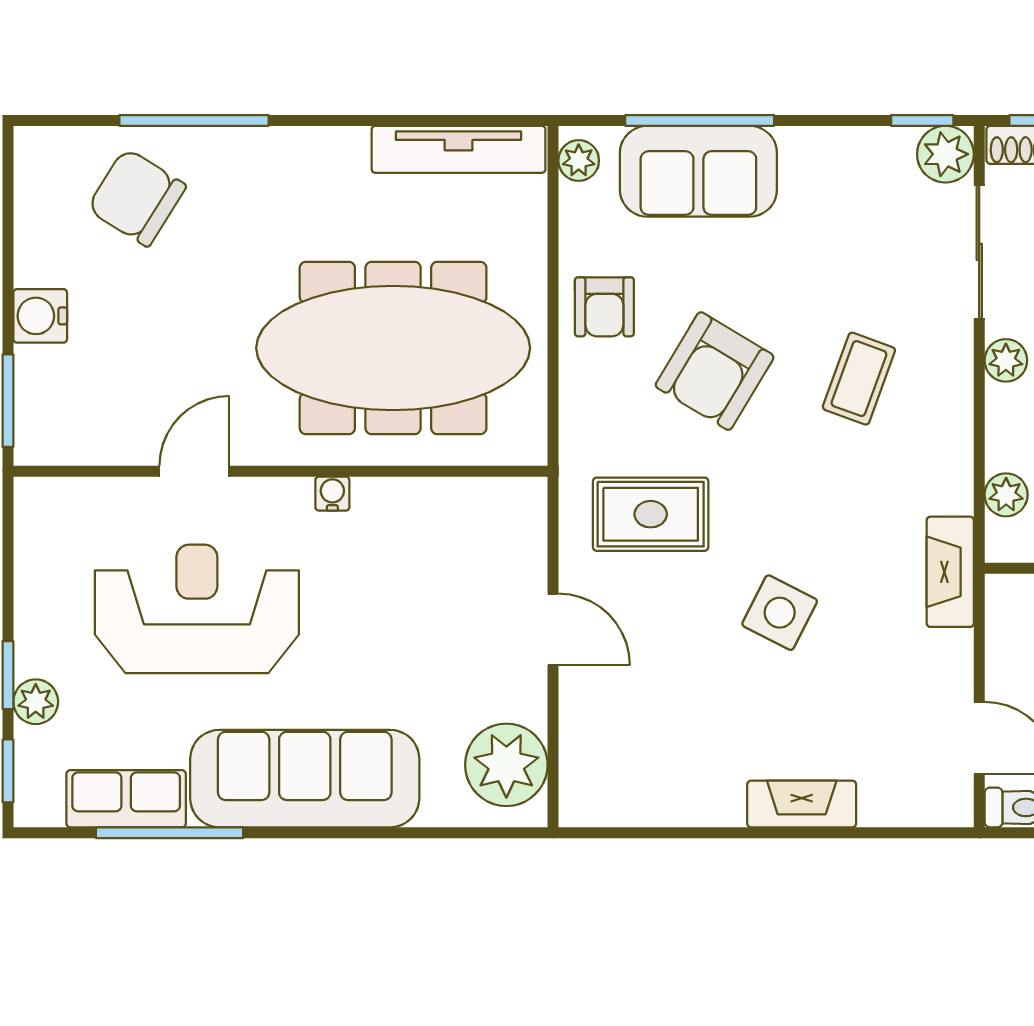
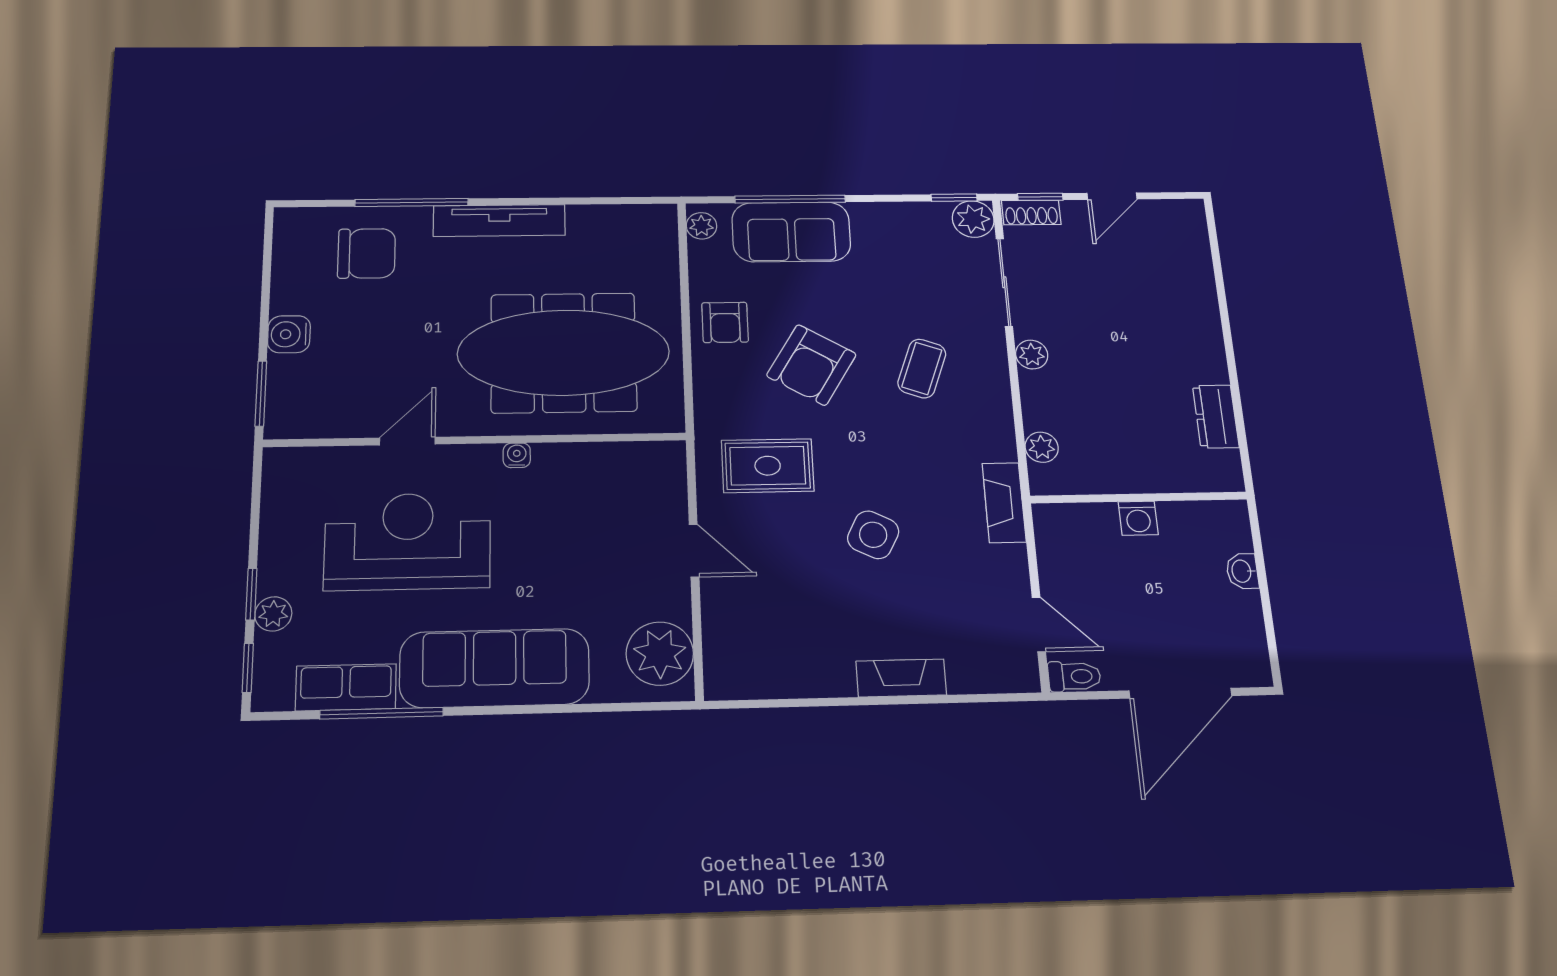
tv unit: (459, 149) -> (499, 220), moved
chair: (137, 197) -> (367, 253), turned 148

